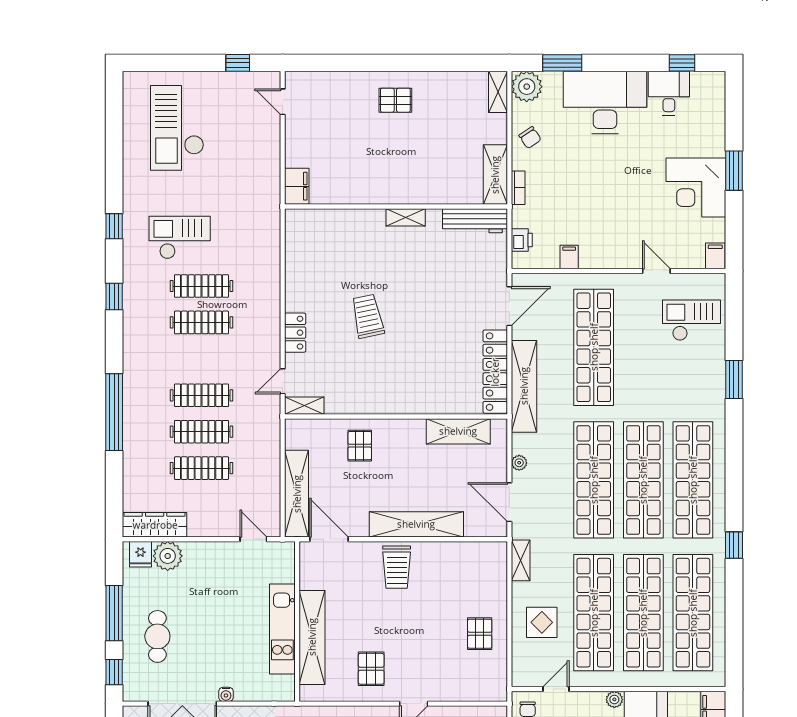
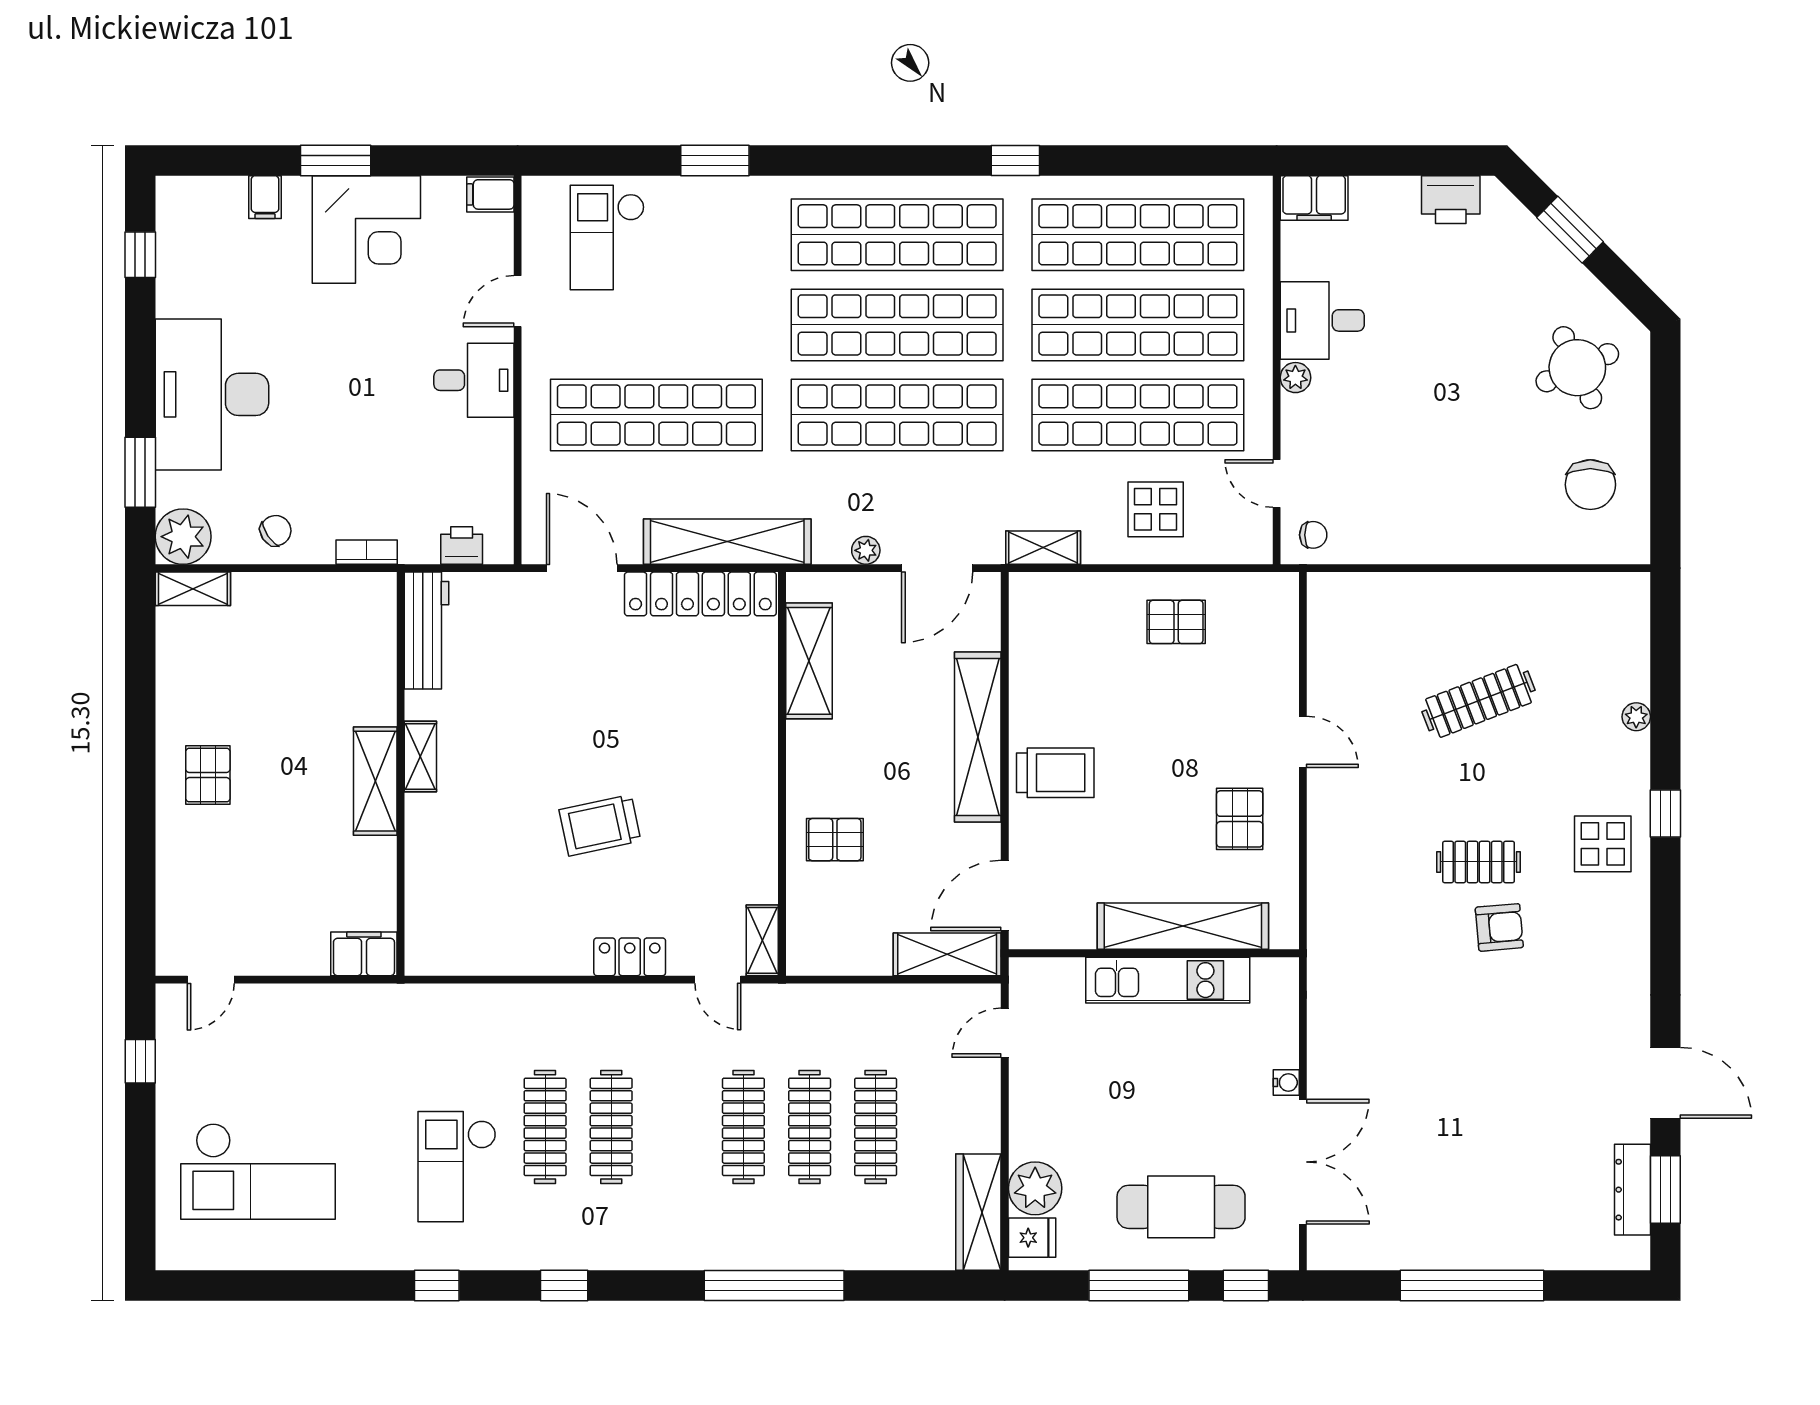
desk: (669, 93) -> (474, 380), moved, turned 180
shelving: (495, 175) -> (375, 781), moved, turned 90
filing cabinet: (569, 257) -> (265, 197), moved, turned -90
shelving: (297, 494) -> (947, 954), width x0.68
cafe table: (157, 636) -> (1181, 1207), width x1.37, depth x1.35
pallet: (371, 669) -> (1240, 819), turned 90

